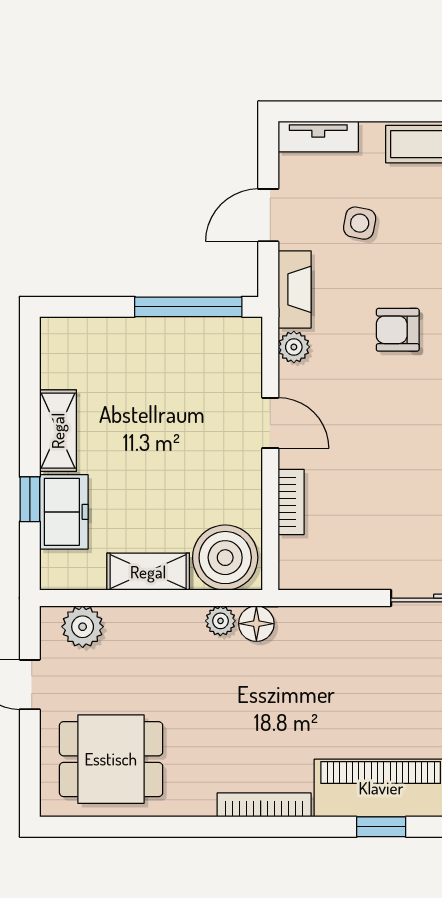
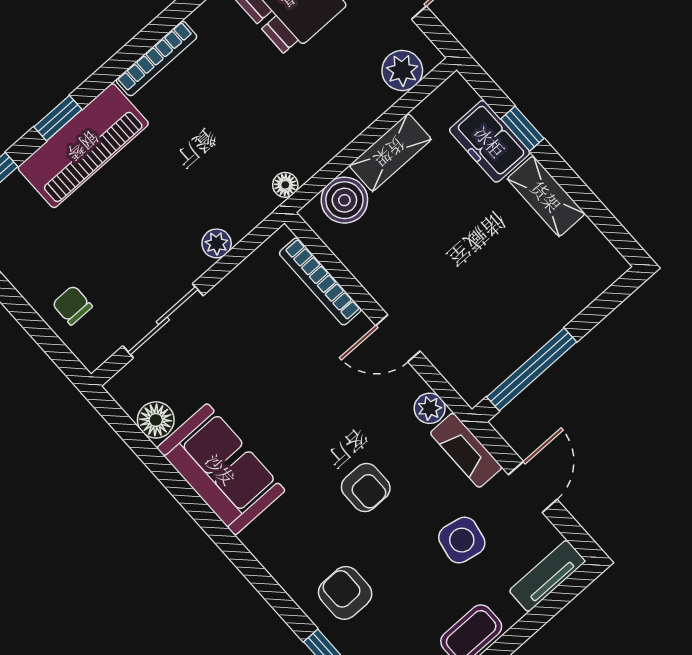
side table: (360, 223) -> (462, 540), width x1.37, depth x1.37
armchair: (398, 330) -> (366, 488), turned 90
bookcase: (291, 502) -> (320, 281), width x1.56
boiler: (225, 558) -> (344, 200), width x0.73, depth x0.73
plant: (220, 621) -> (217, 243), moved
floor lamp: (256, 624) -> (285, 185), width x0.73, depth x0.73

